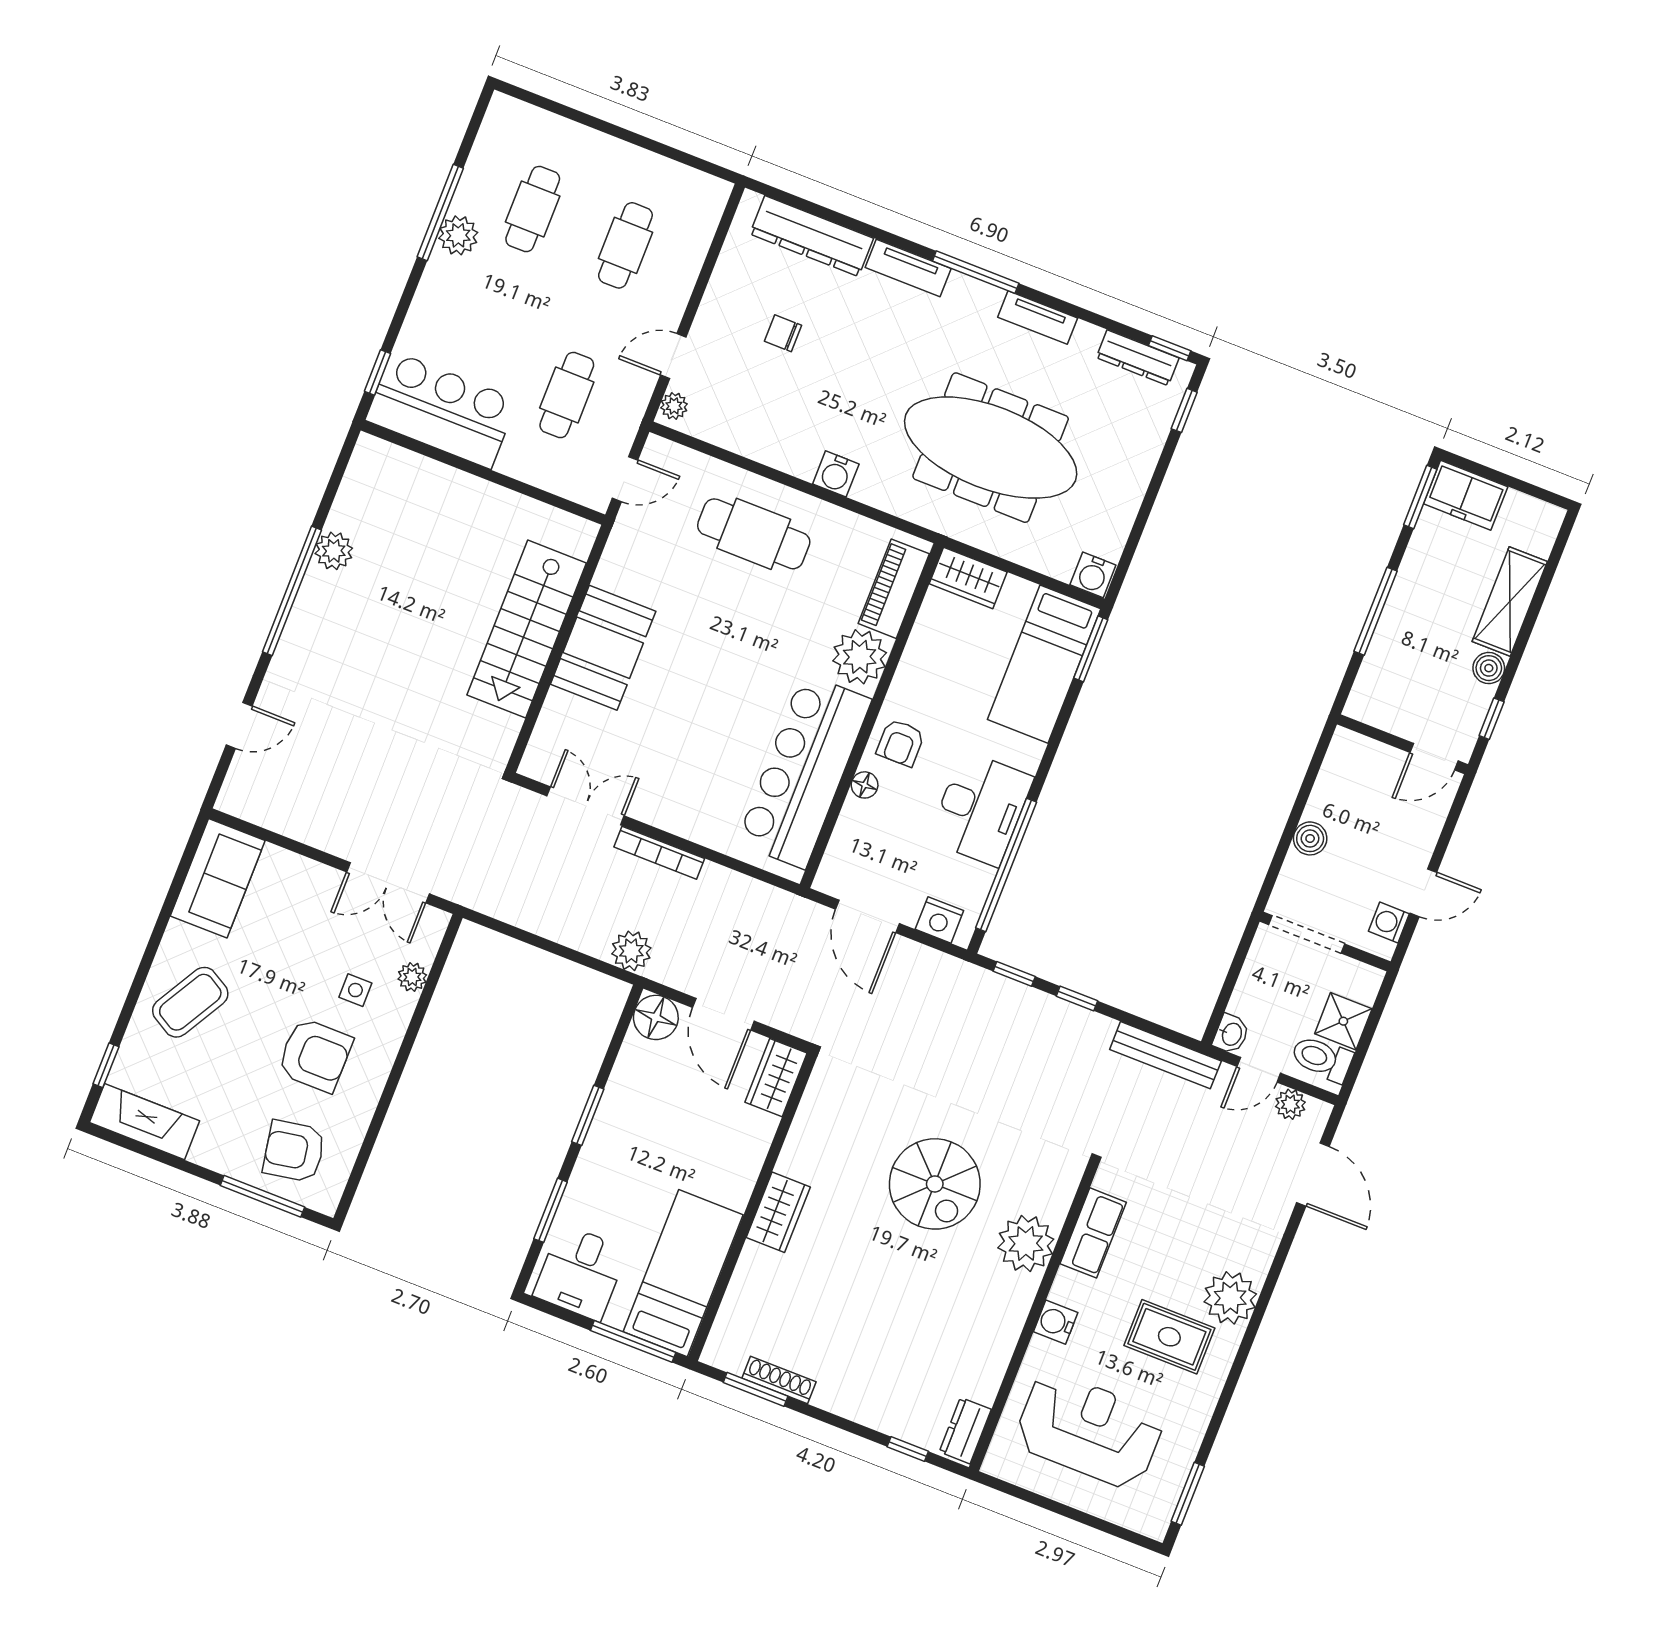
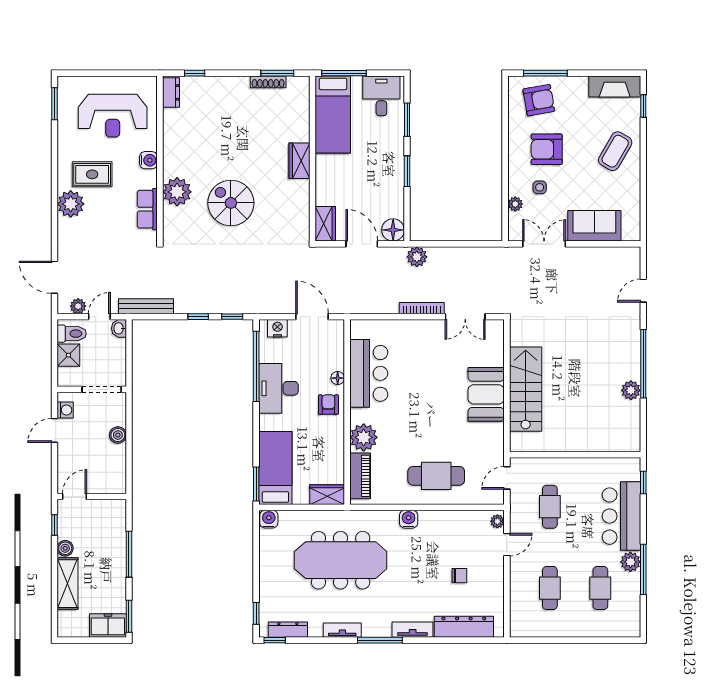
bar counter: (441, 410) -> (621, 516), moved, turned 90
bar counter: (804, 771) -> (369, 373), width x0.73
sofa: (218, 878) -> (594, 226), moved, turned 90

